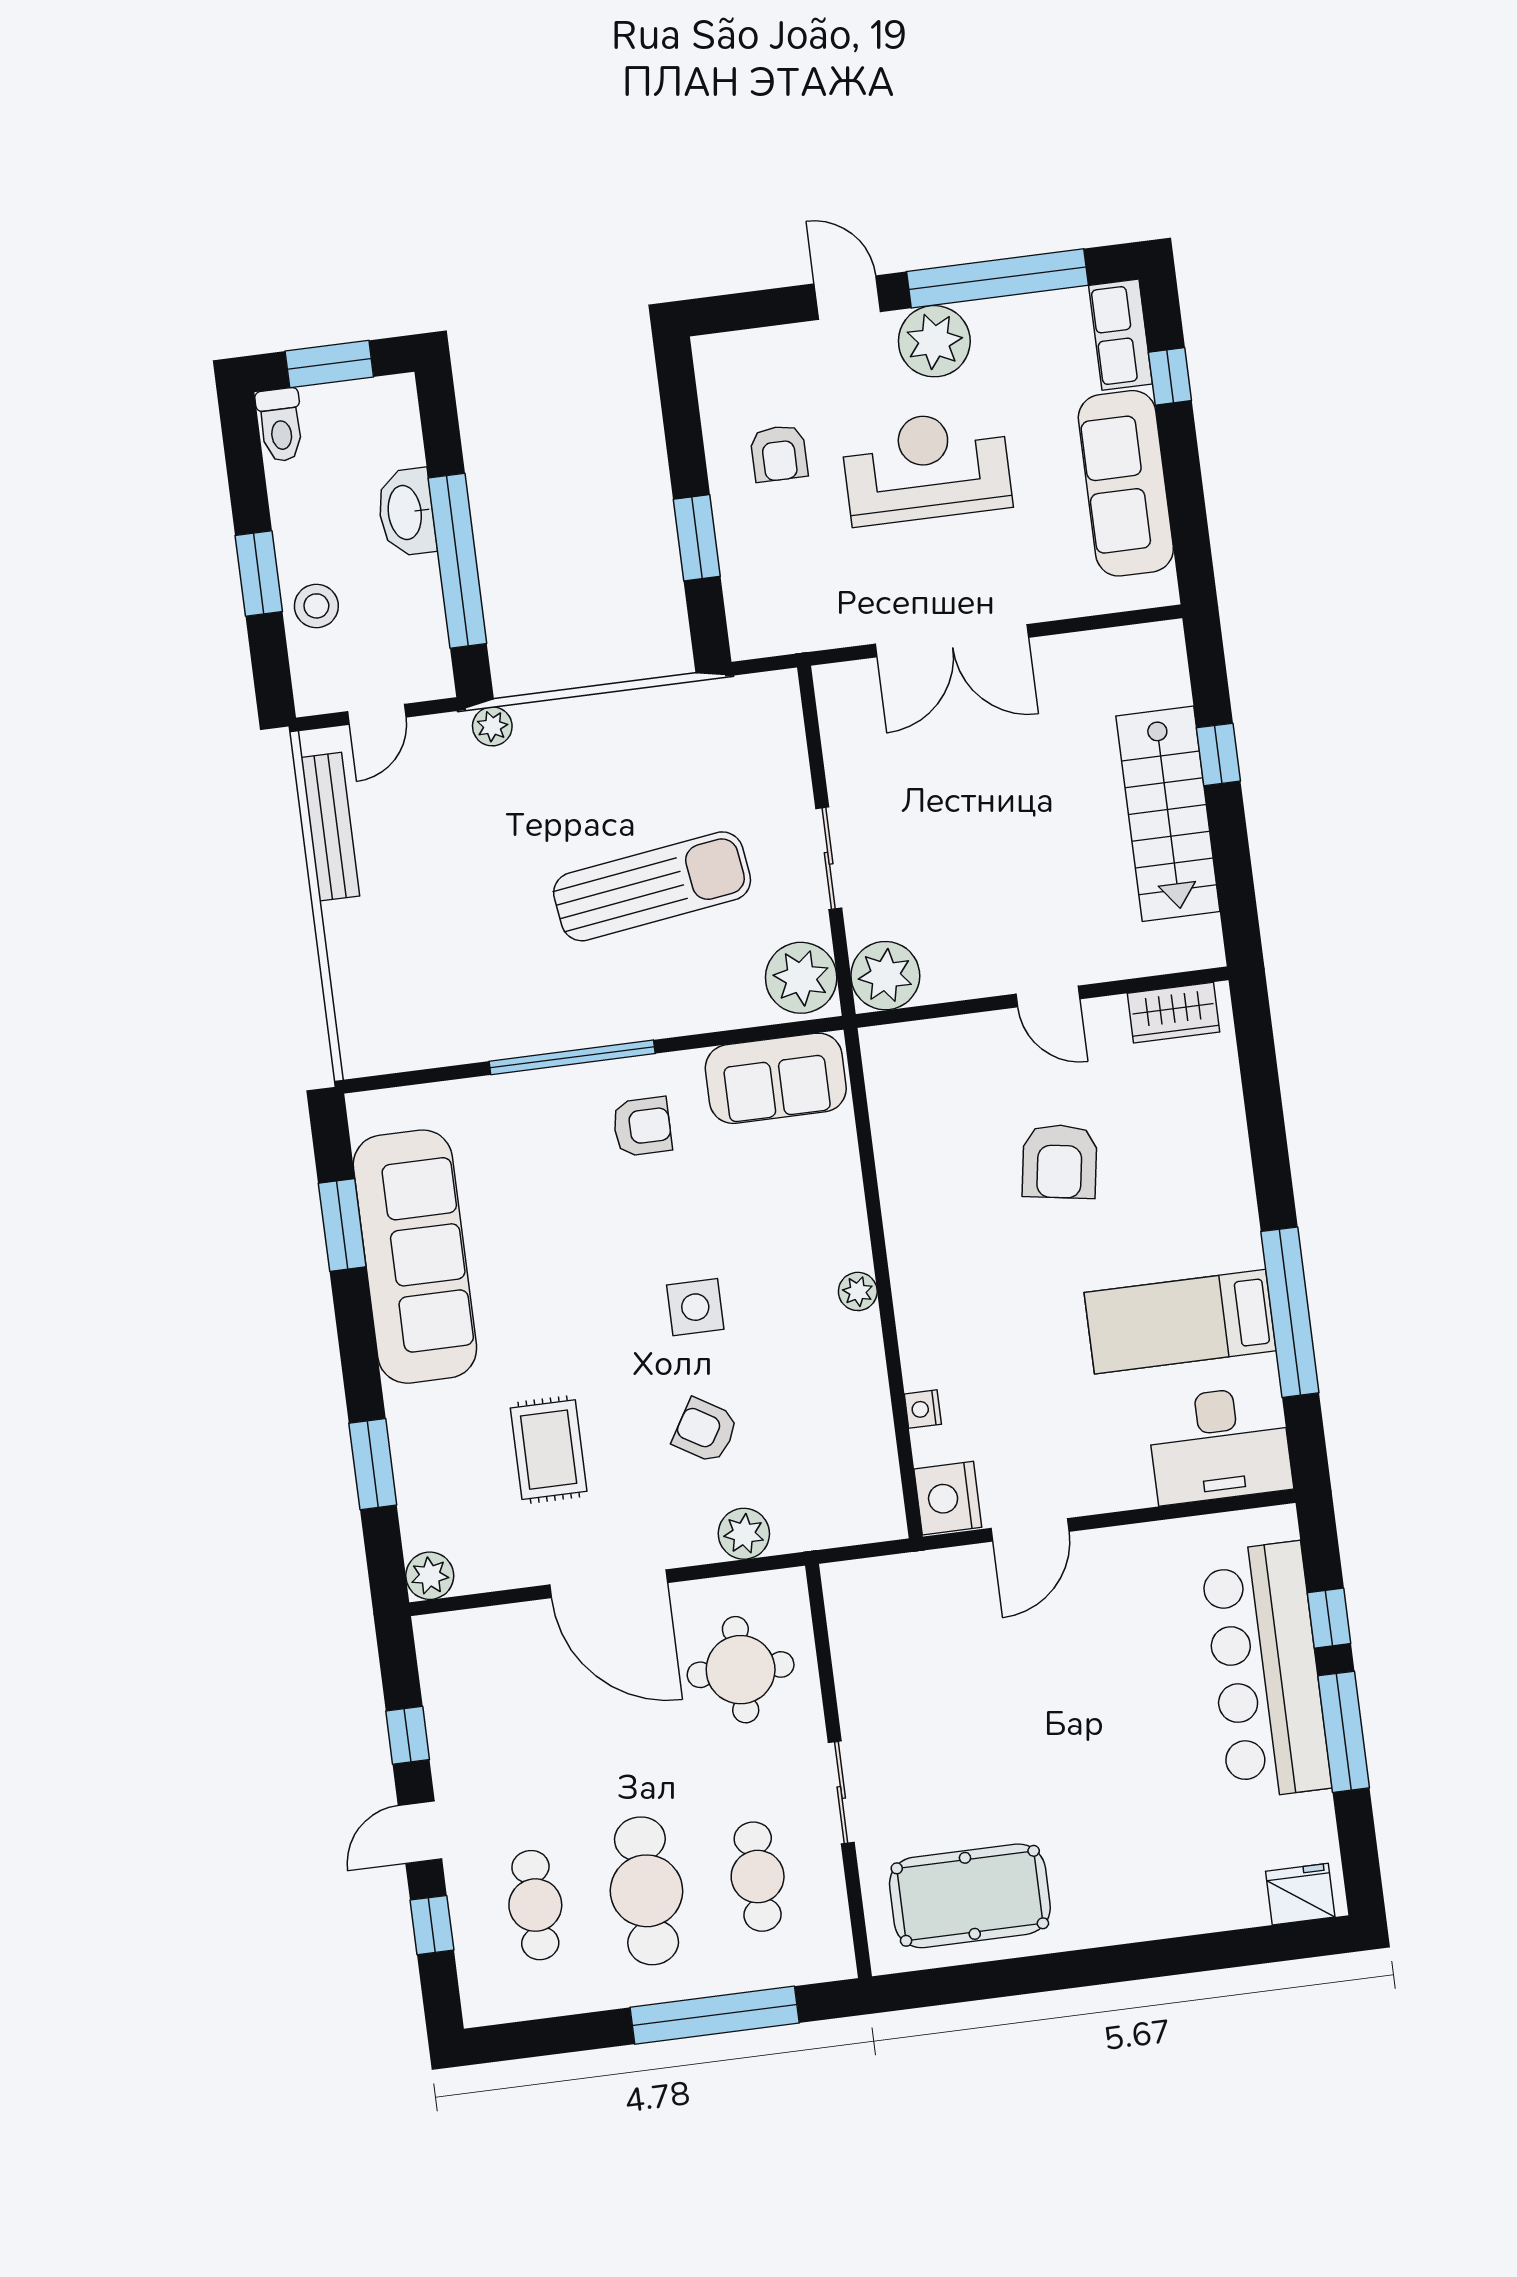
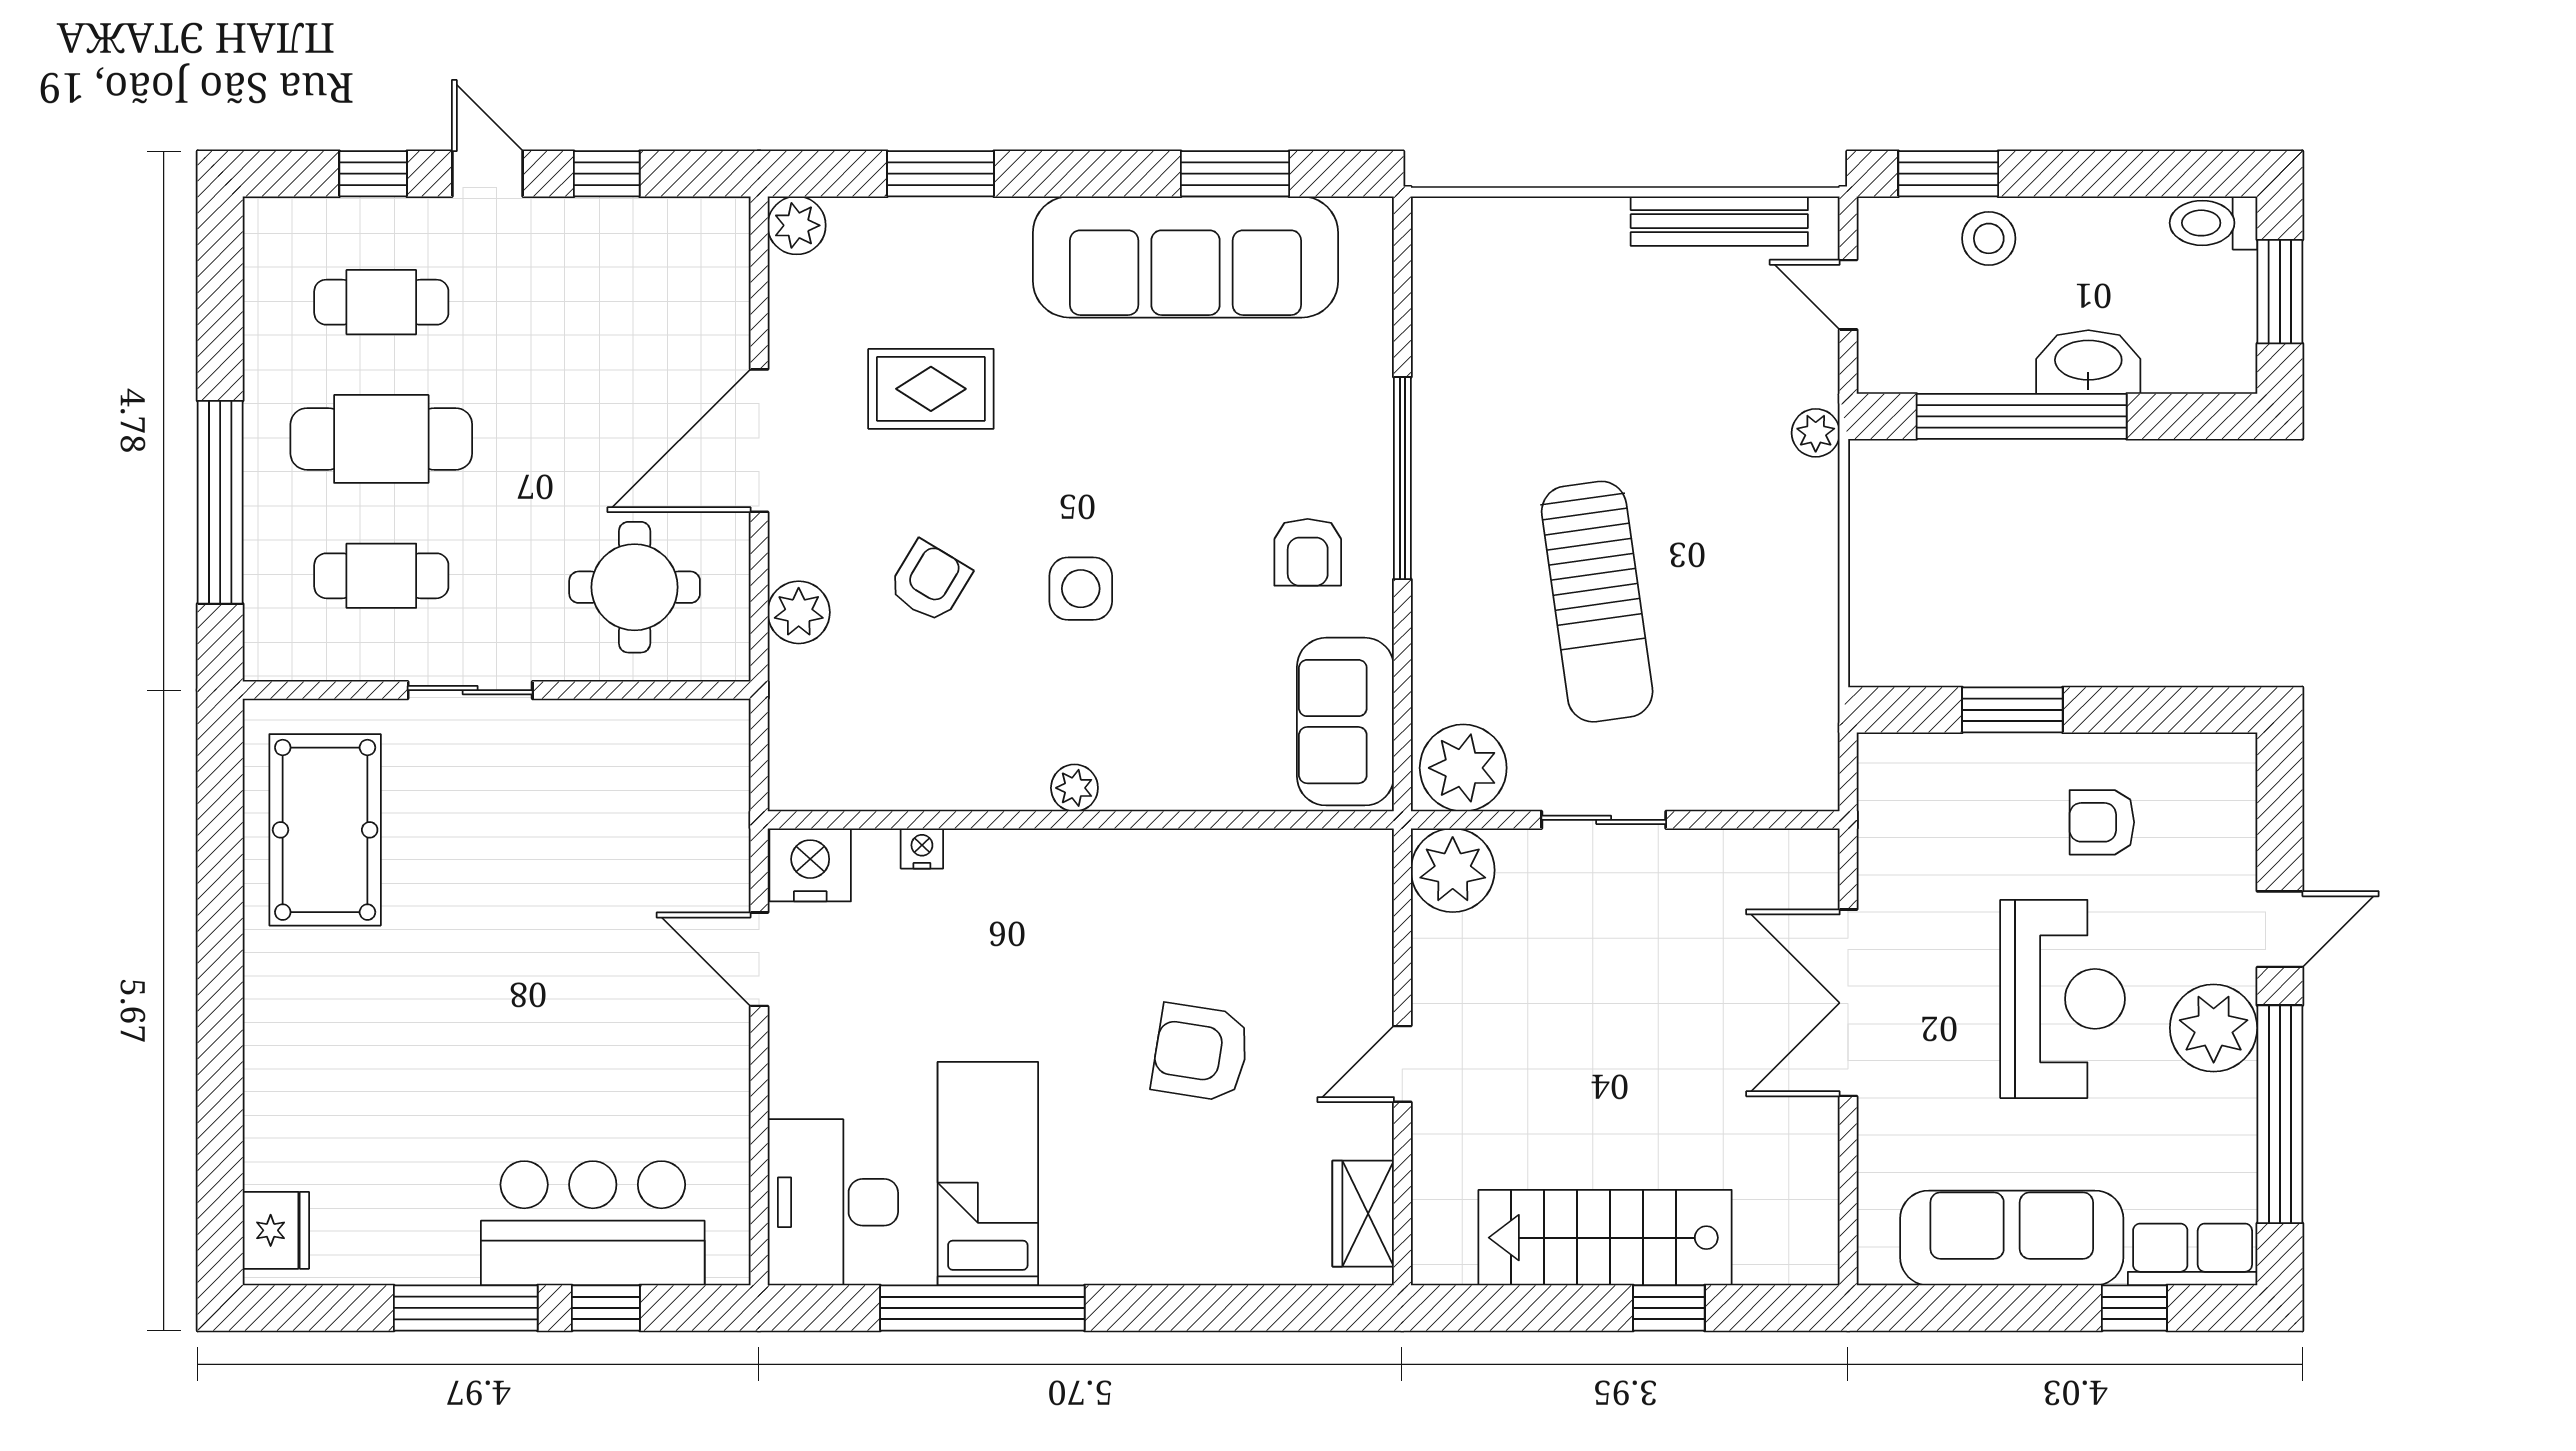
window: (259, 573) -> (1948, 174), moved
bar counter: (1266, 1671) -> (593, 1223), width x0.73

